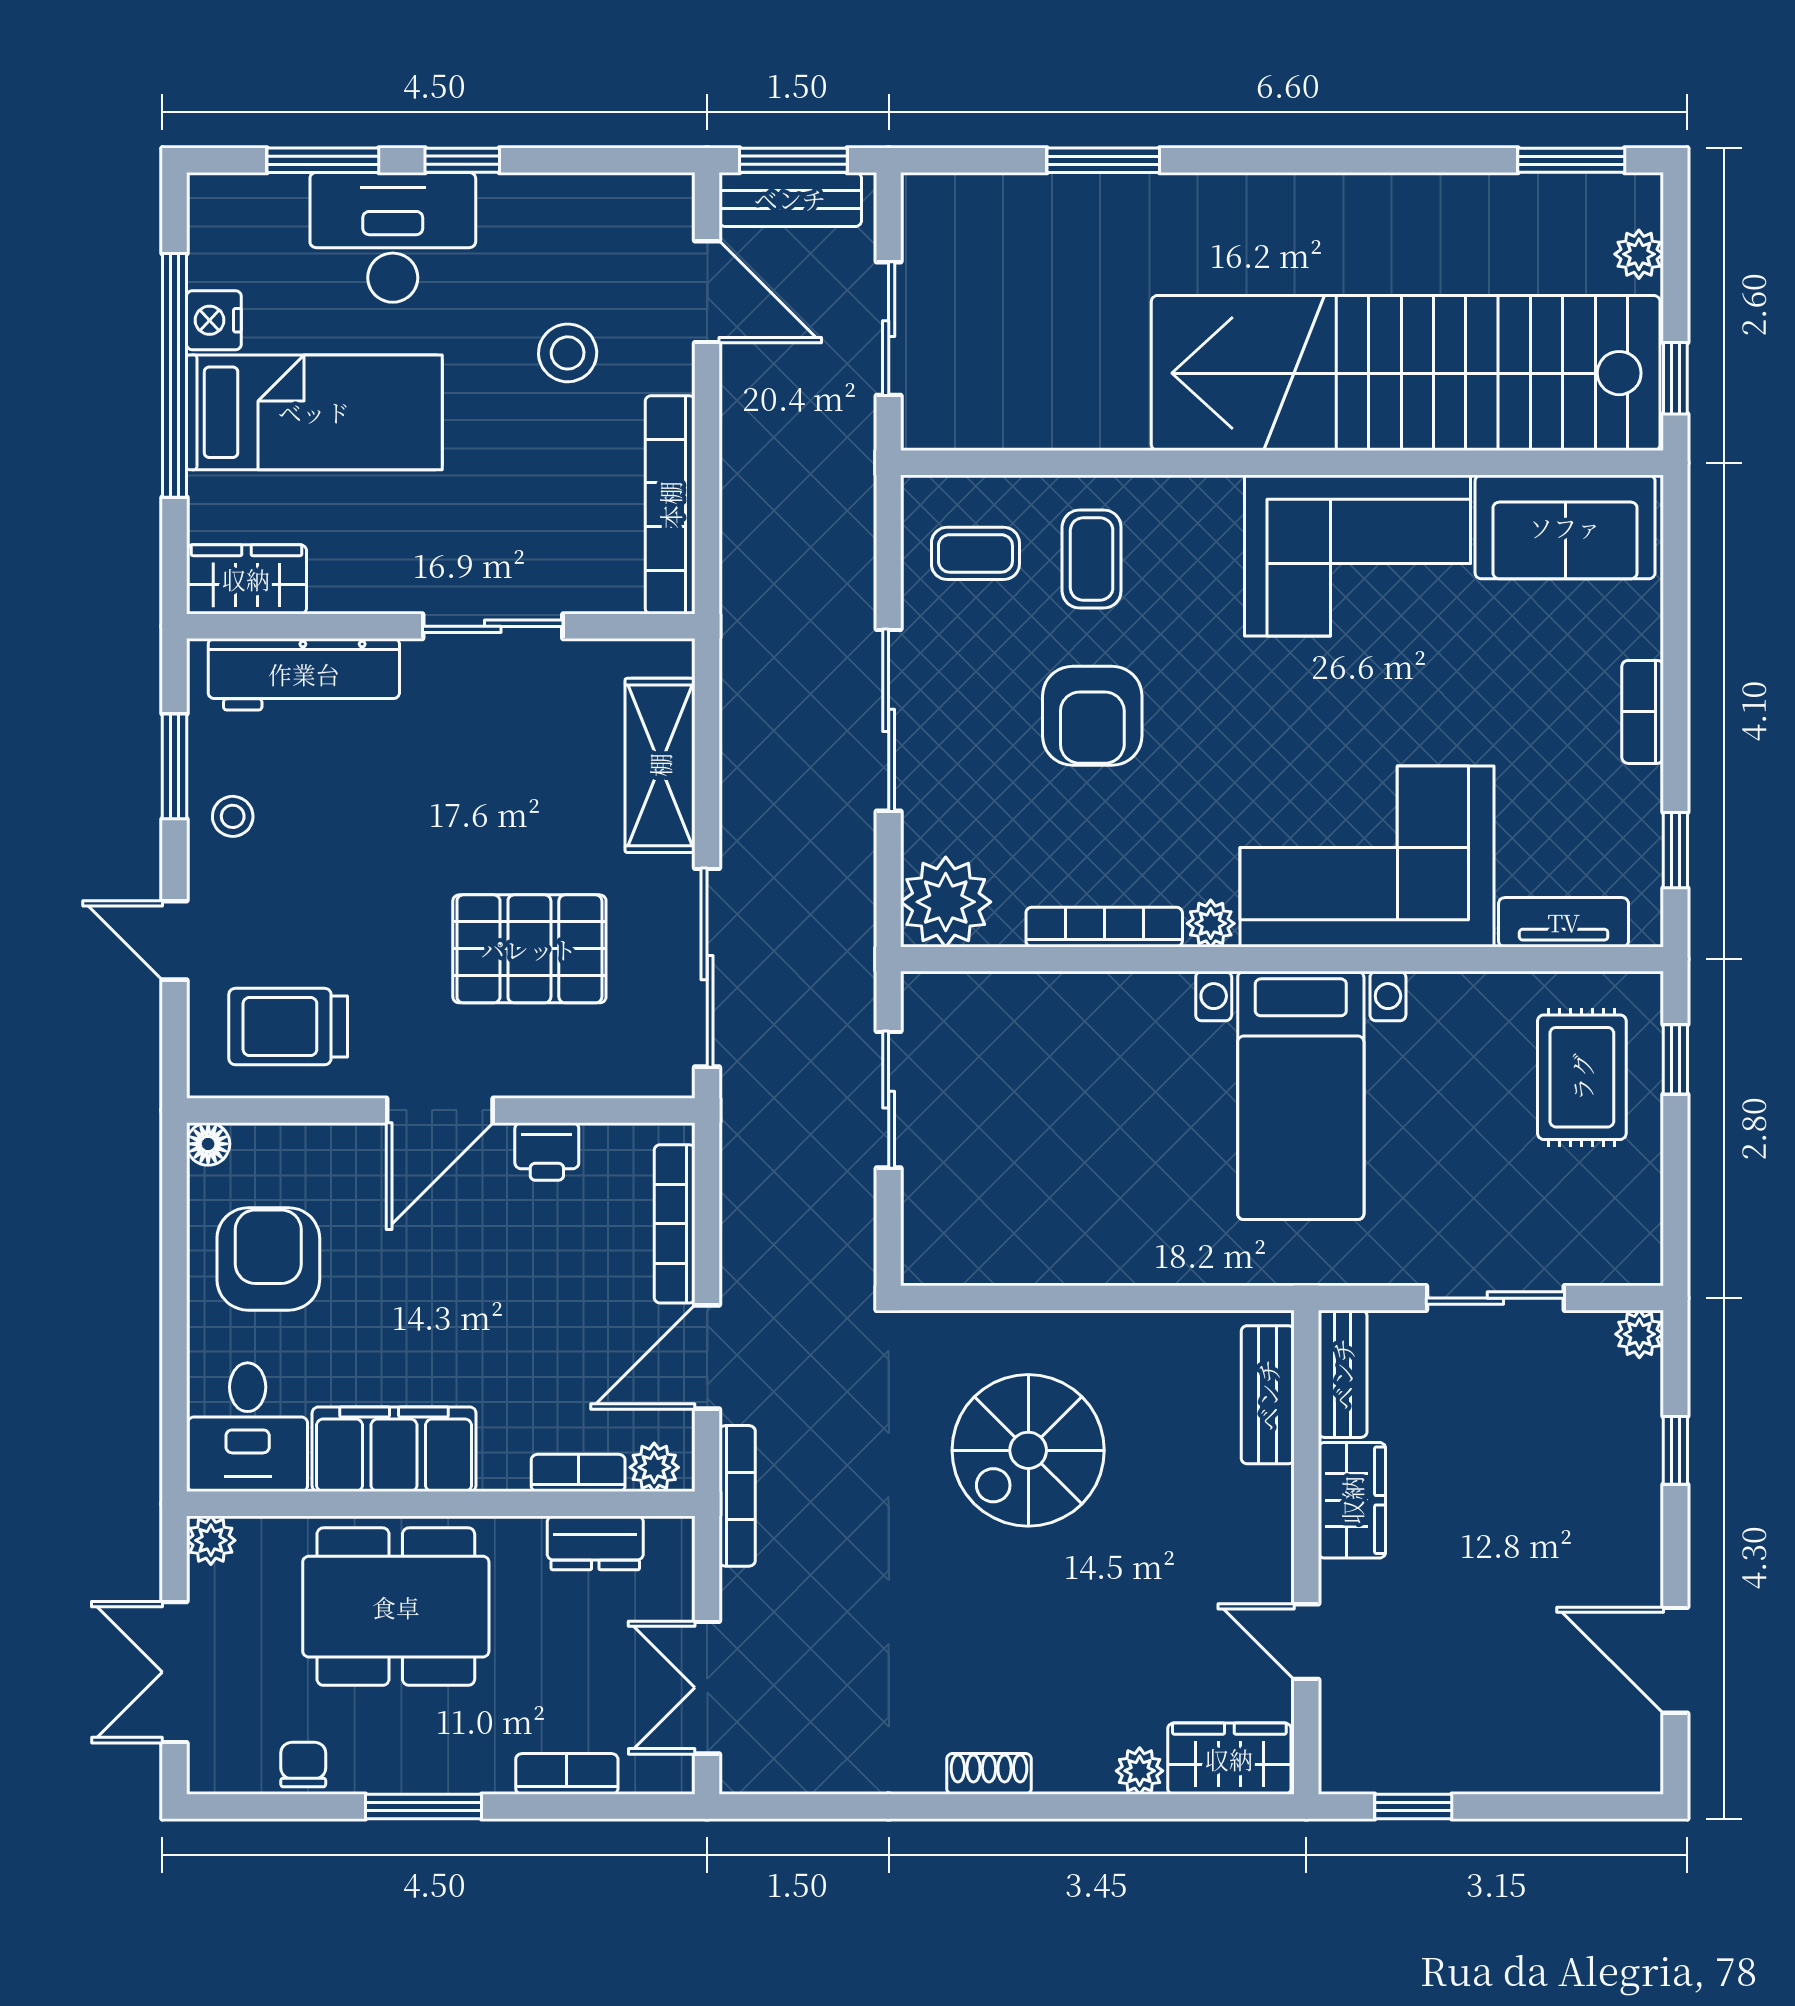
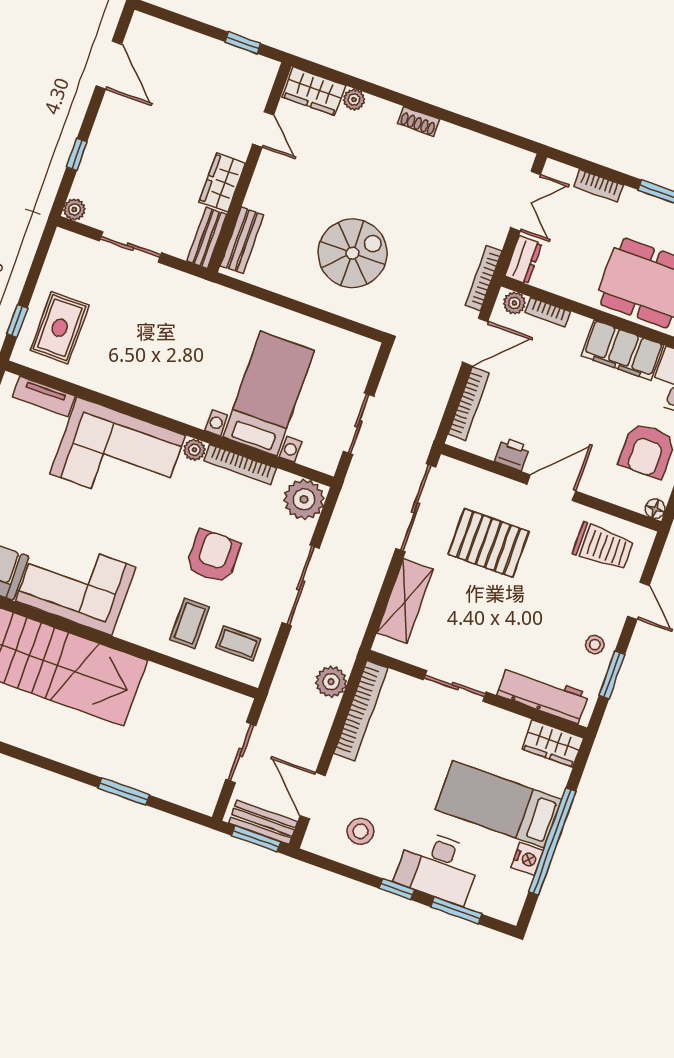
stool: (568, 353) -> (360, 831), moved
plant: (754, 543) -> (331, 682), added
bed with nightstands: (1301, 1095) -> (269, 394), moved
dresser: (595, 1543) -> (523, 260), moved, turned 90

